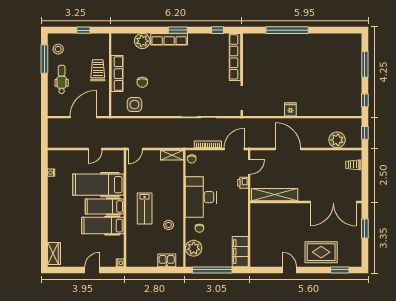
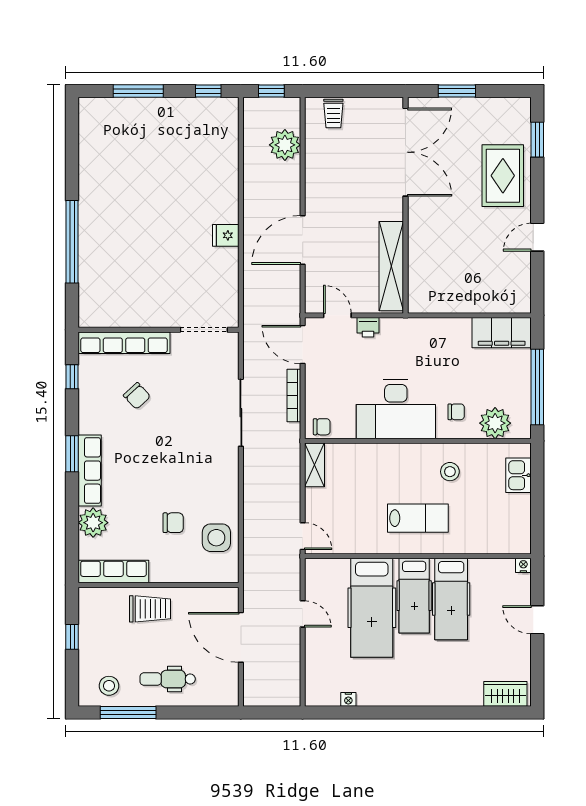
chair: (208, 64) -> (137, 396), added
trolley: (98, 70) -> (150, 609), turned 180
row of seats: (117, 74) -> (113, 571), moved

